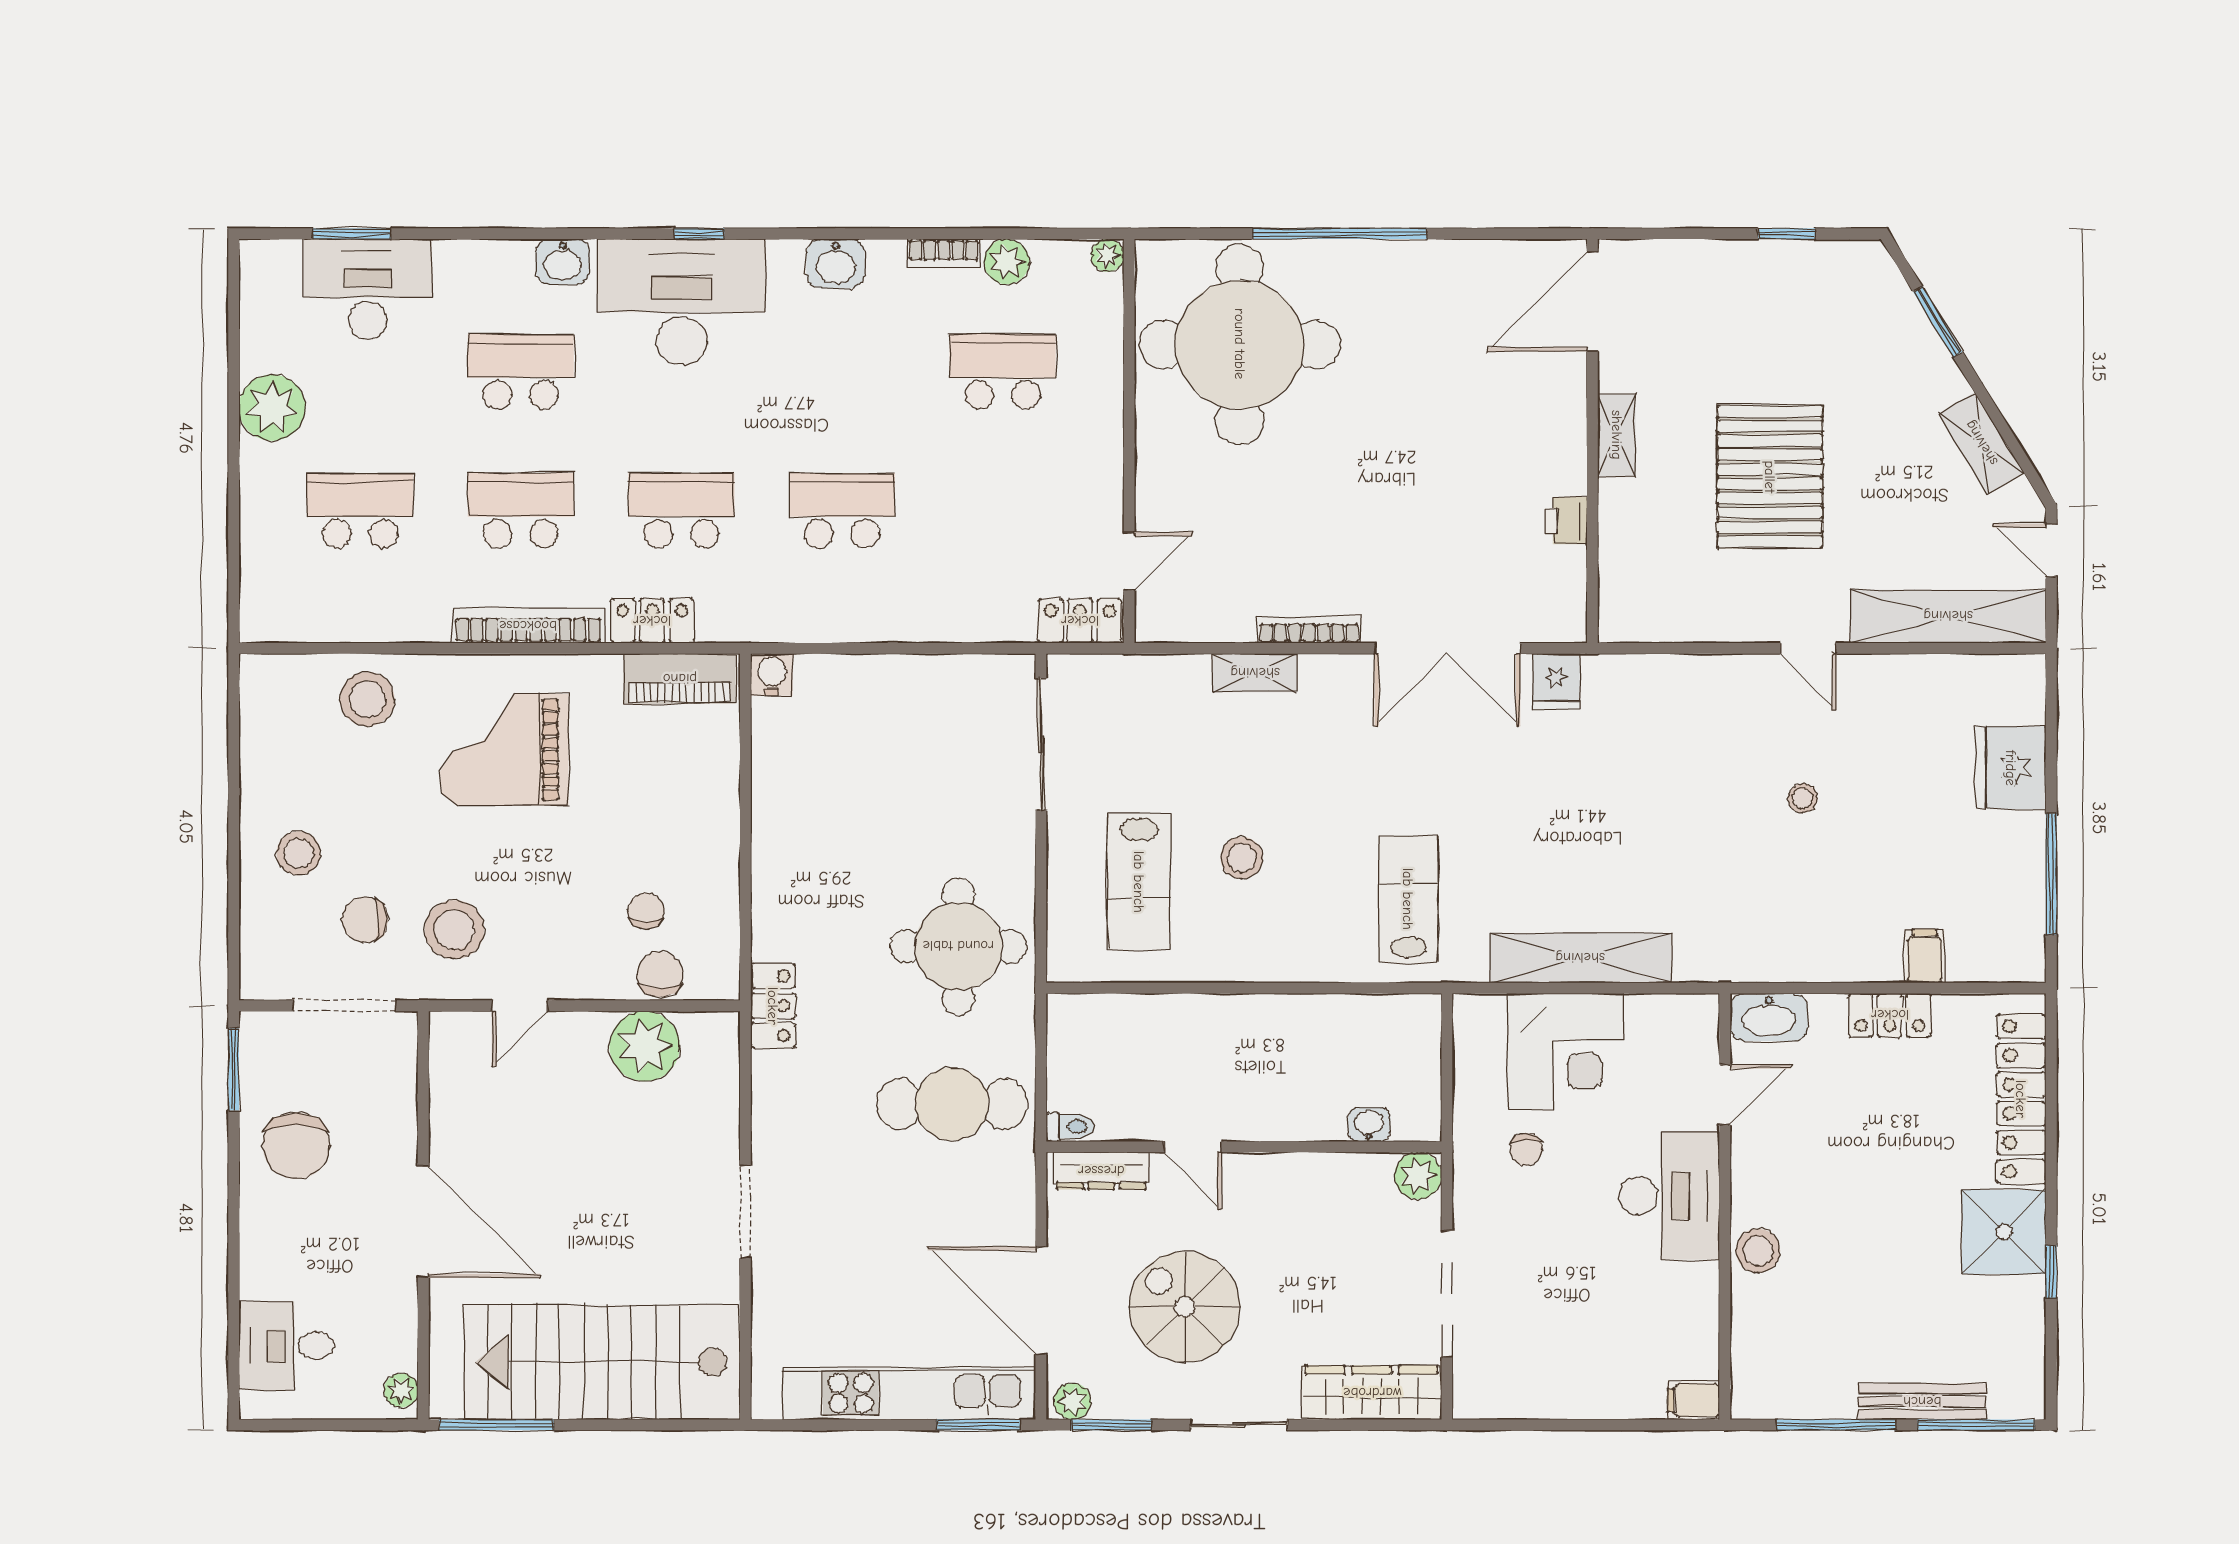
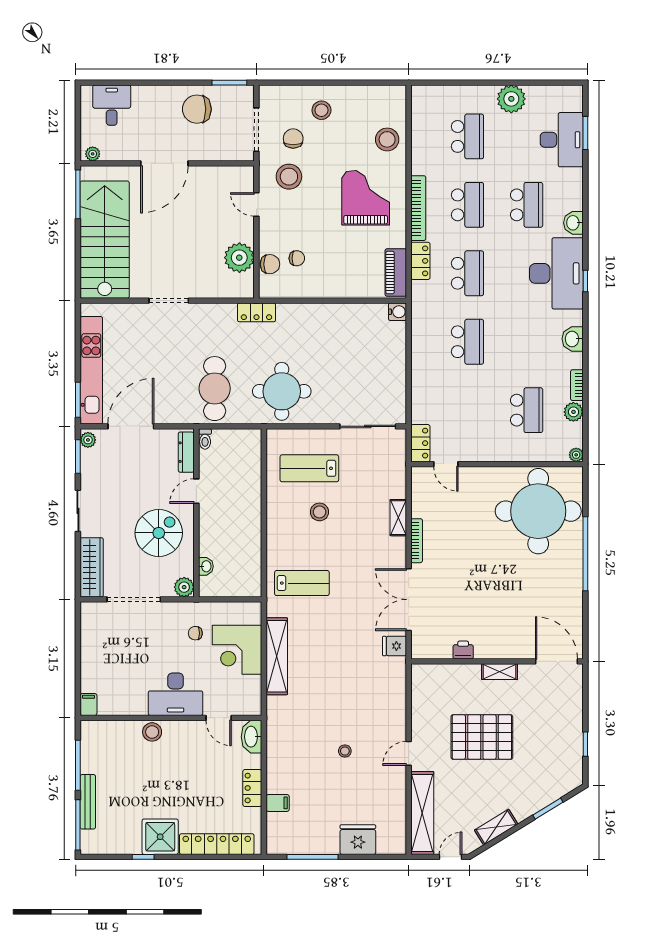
spiral stairs: (1185, 1307) -> (159, 533), moved

